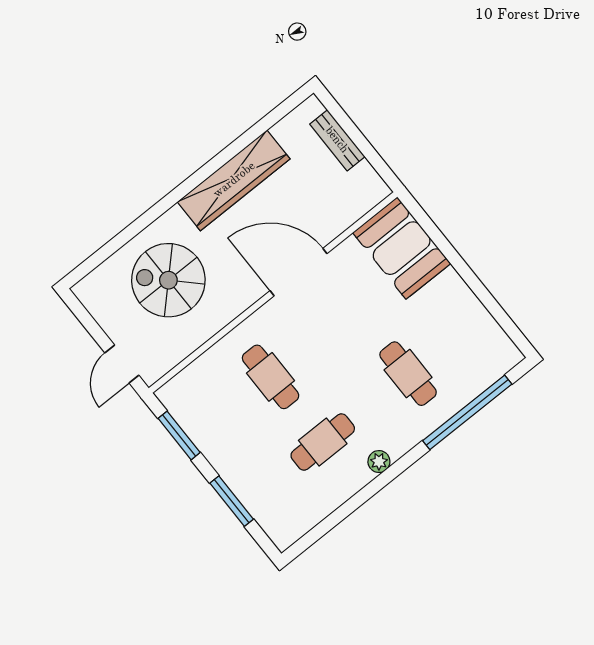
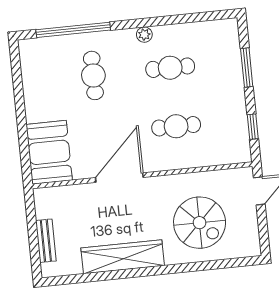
door: (299, 272) -> (119, 178), swing flipped
cafe table: (271, 377) -> (176, 126), turned 90
window: (179, 435) -> (253, 127), width x0.67

